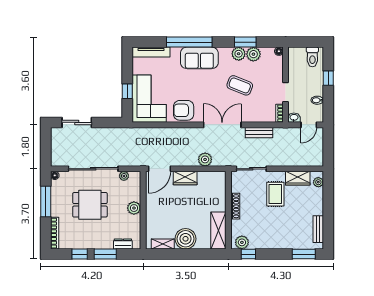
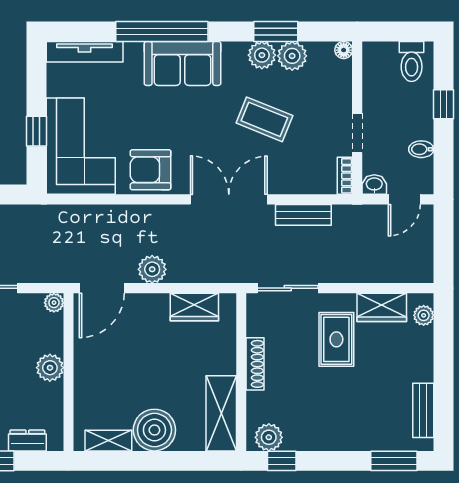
plant: (205, 159) -> (152, 269), moved
plant: (124, 176) -> (54, 303), moved
wardrobe: (185, 178) -> (194, 307), moved

